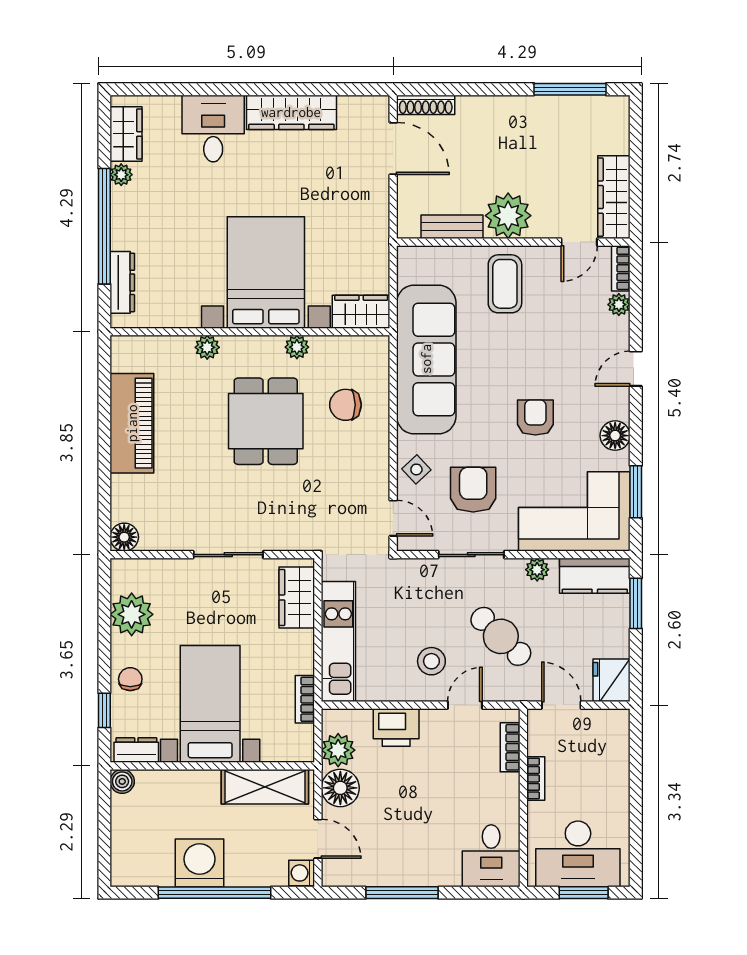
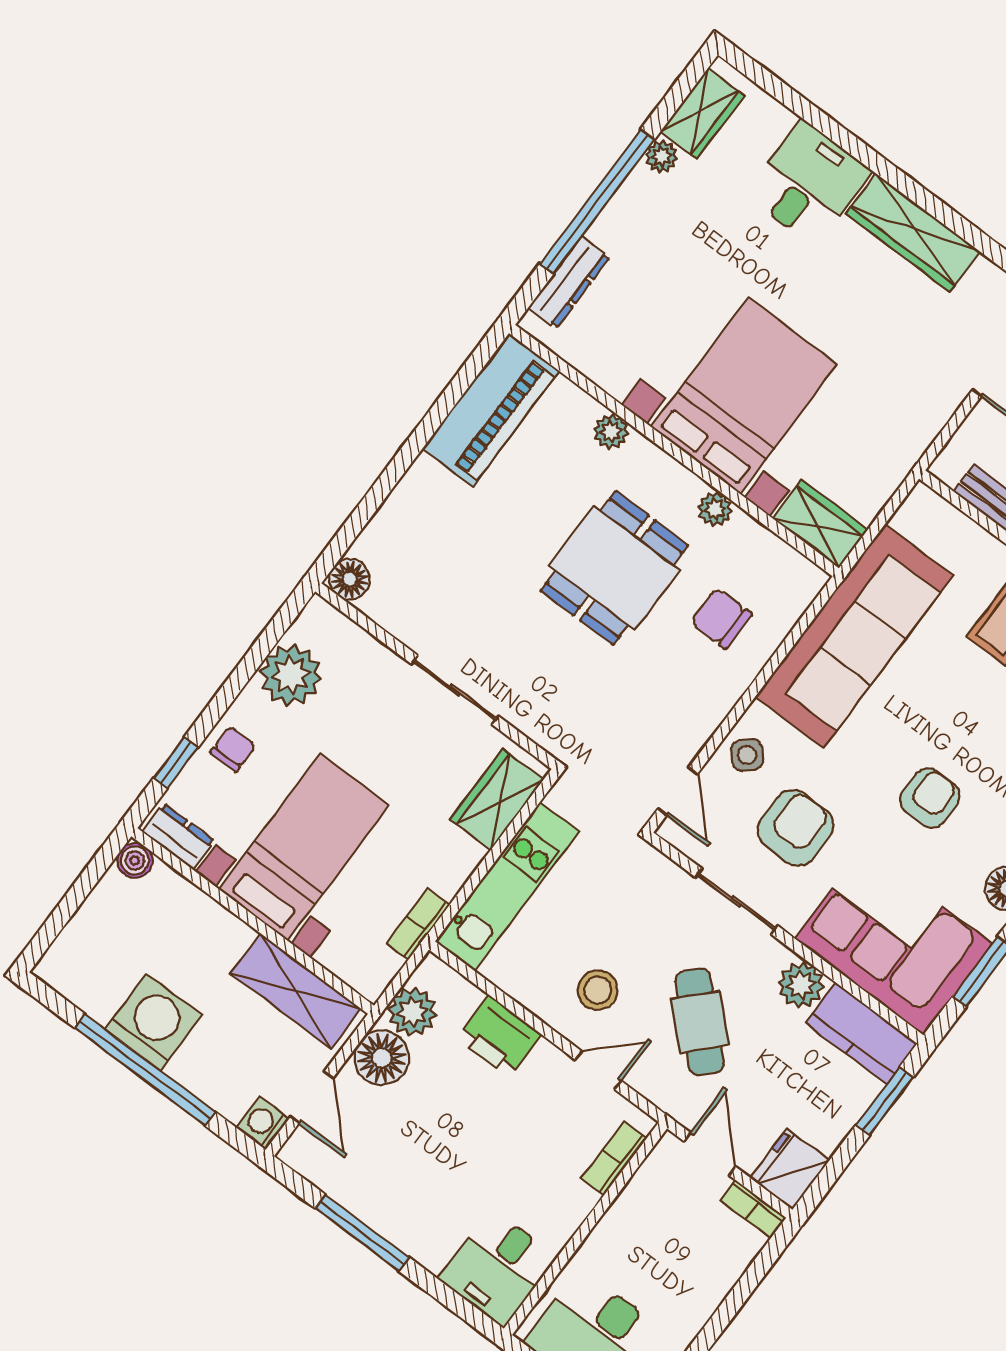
piano: (132, 423) -> (491, 410), moved
plant: (537, 570) -> (801, 985), width x1.38, depth x1.38
bookcase: (536, 778) -> (753, 1209), moved, turned 90

